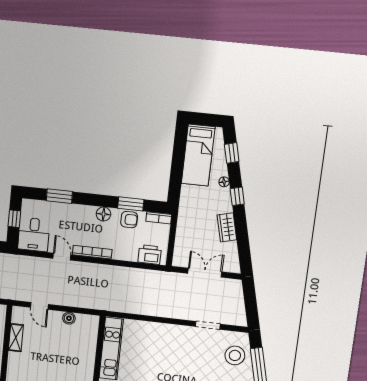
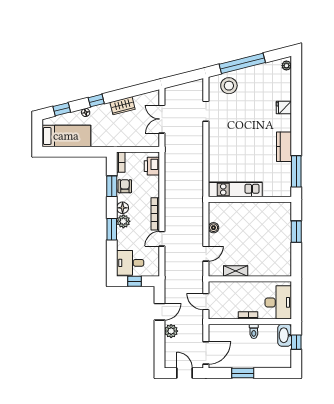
window: (59, 196) -> (112, 229), moved
plant: (87, 213) -> (123, 221), added
desk: (34, 235) -> (130, 263), moved, turned 180

